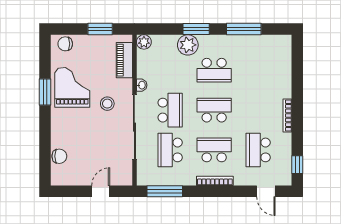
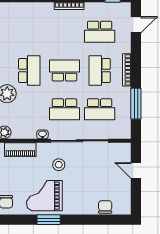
school desk: (170, 110) -> (64, 109), turned 180
school desk: (214, 110) -> (64, 70), turned 90
window: (165, 191) -> (136, 104), moved

